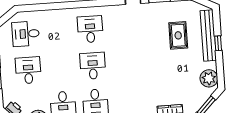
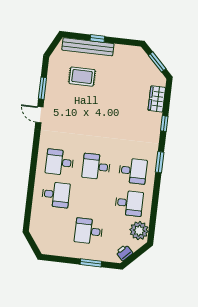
desk: (26, 34) -> (56, 195), moved, turned -90
plant: (209, 78) -> (130, 54), removed

